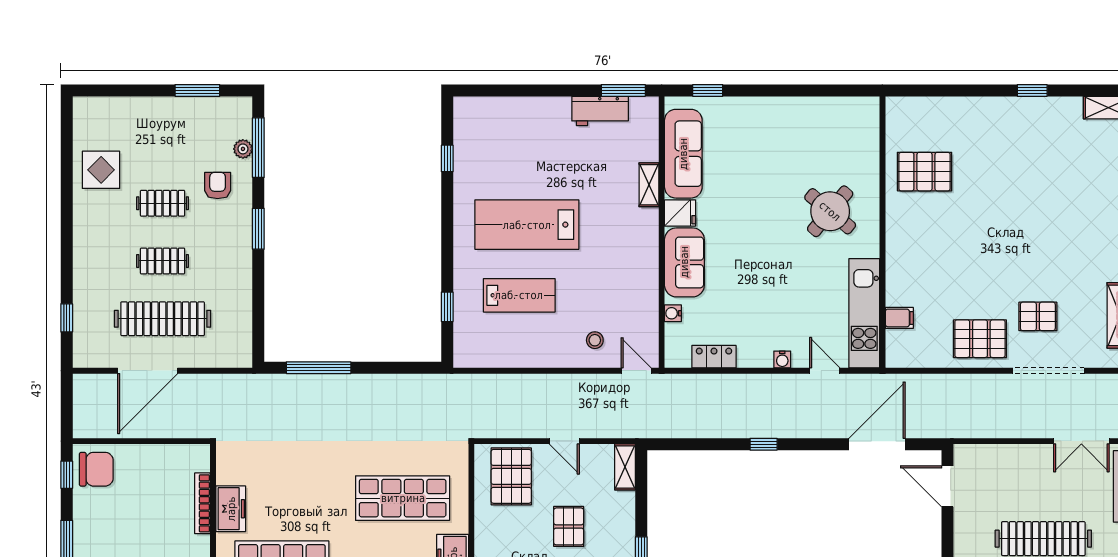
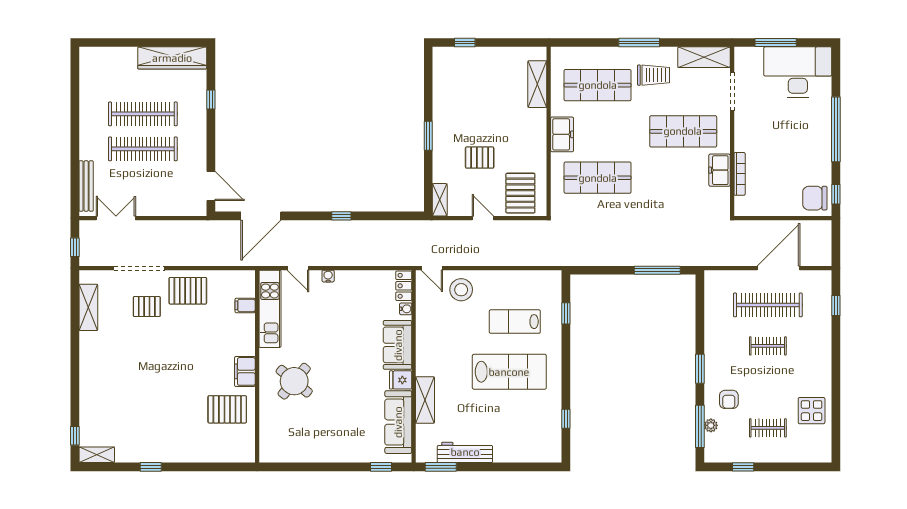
window: (197, 90) -> (743, 467), width x0.67
workbench: (600, 111) -> (465, 452), width x1.38
shelving: (649, 185) -> (425, 400), width x1.50, depth x1.33
clothes rail: (163, 203) -> (768, 428), moved
filing cabinet: (900, 225) -> (245, 371), added
stool: (595, 340) -> (461, 290), width x1.89, depth x1.89
locker: (714, 357) -> (404, 286), moved, turned 90
pallet: (569, 526) -> (480, 158), turned 90

